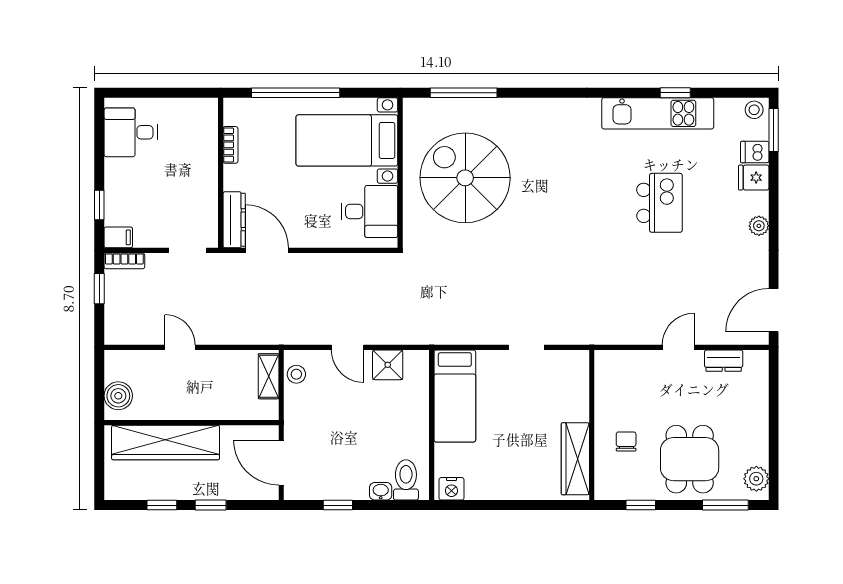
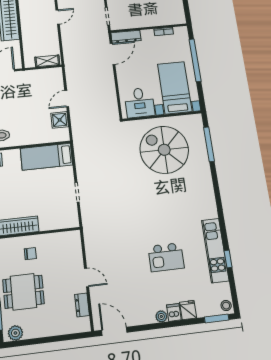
dishwasher: (755, 152) -> (174, 312), moved
spiral stairs: (465, 178) -> (164, 150), turned -90
stool: (296, 374) -> (50, 74), removed

